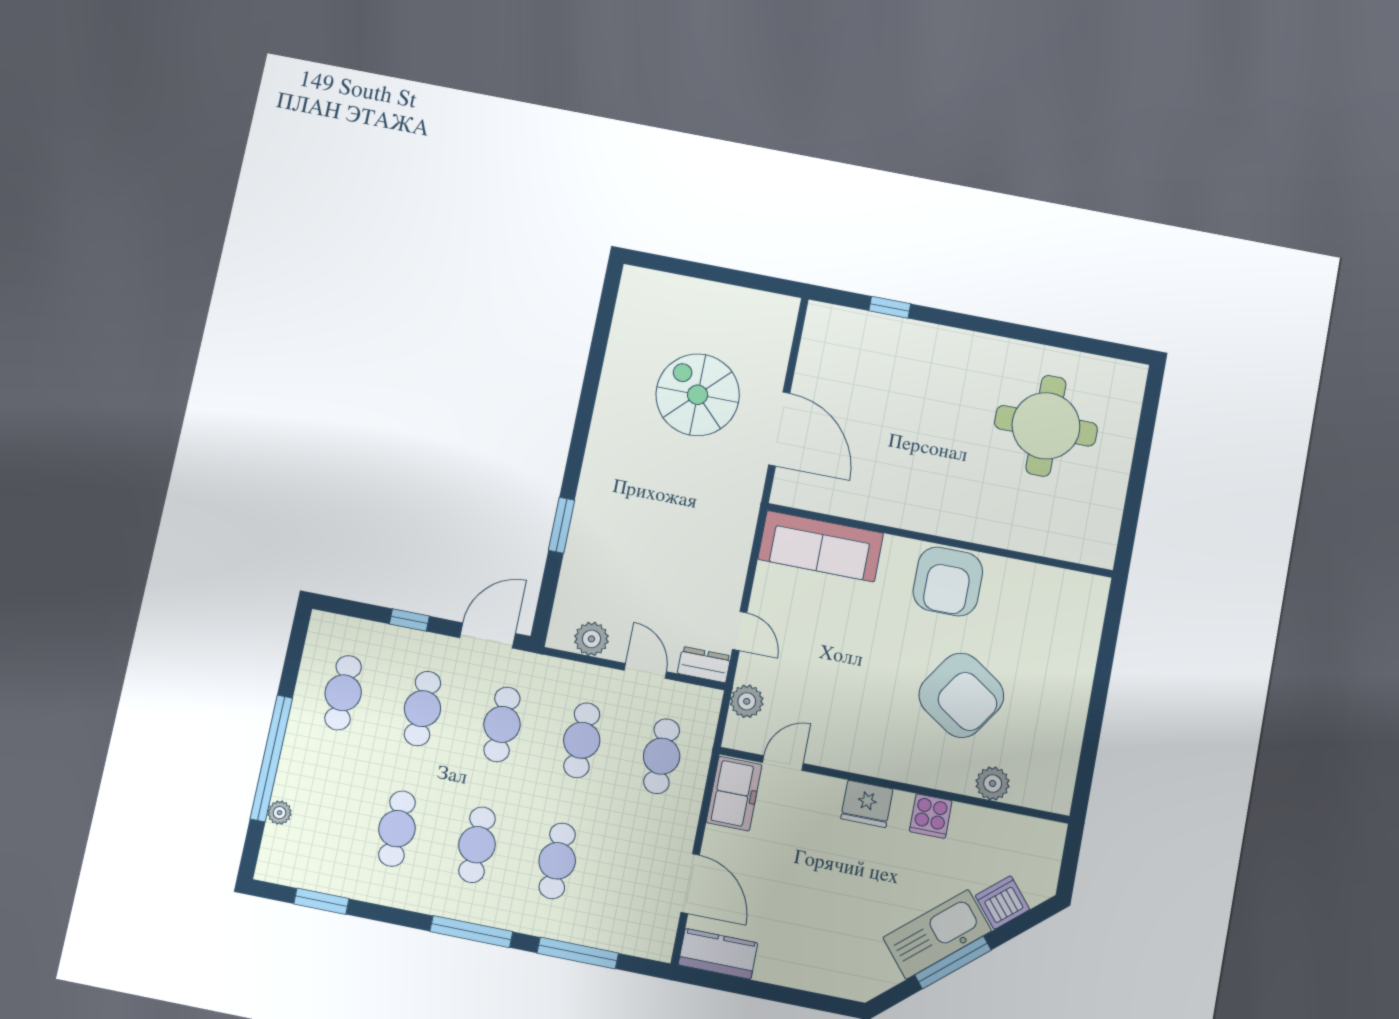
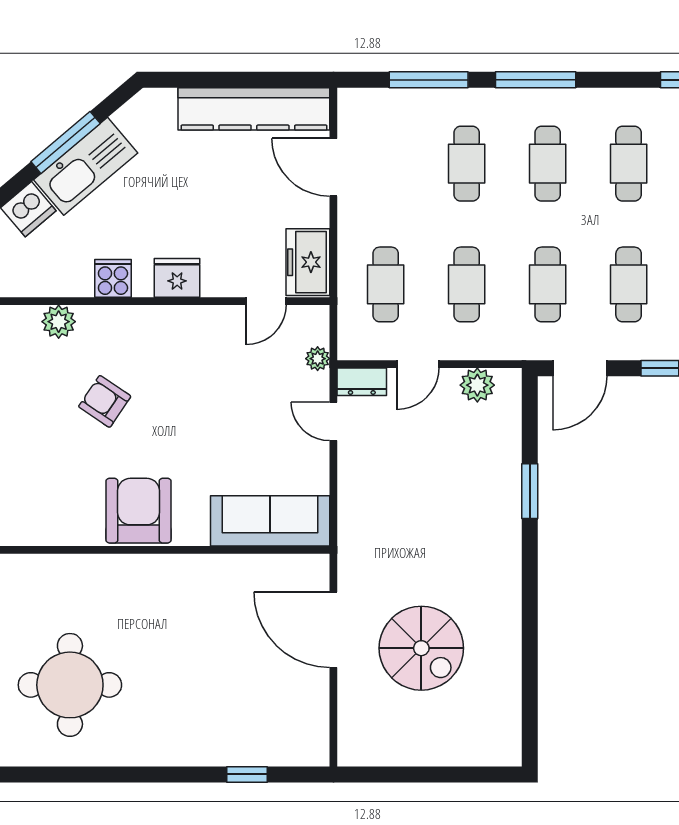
door: (645, 671) -> (418, 364), hinge flipped
armchair: (961, 695) -> (105, 401), width x0.53, depth x0.53
plant: (747, 701) -> (318, 359), width x0.73, depth x0.73
kitchen counter: (718, 954) -> (254, 109), width x2.08, depth x1.17

